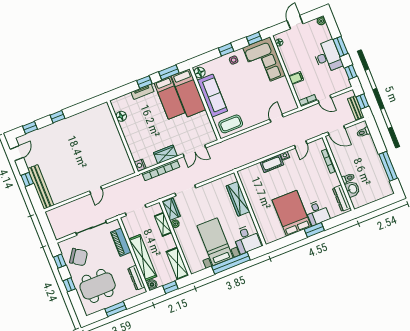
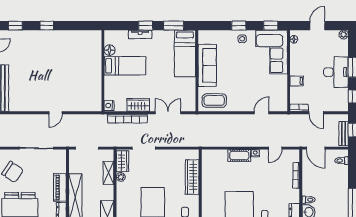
floor lamp: (200, 72) -> (204, 38), removed
bed: (169, 98) -> (125, 66), moved, turned -90
double door: (194, 151) -> (168, 113), swing flipped
piano: (121, 242) -> (60, 187), moved

